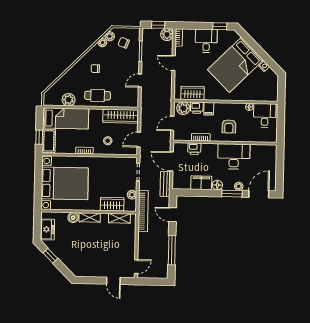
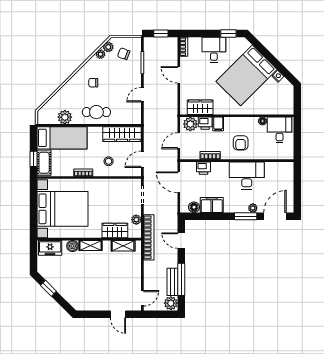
plant: (167, 35) -> (171, 303), moved
bench: (165, 184) -> (172, 282), moved
floor lamp: (217, 185) -> (194, 207), moved
freezer: (47, 229) -> (50, 248), moved, turned 90

